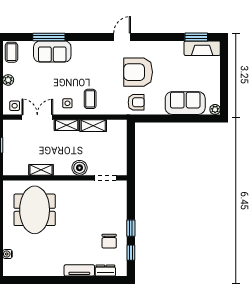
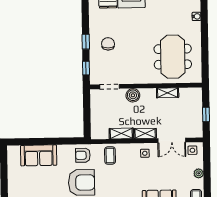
coffee table: (90, 99) -> (110, 156), moved
plant: (215, 109) -> (12, 150), removed
chair: (109, 241) -> (108, 44), moved
window: (131, 253) -> (86, 68), moved

